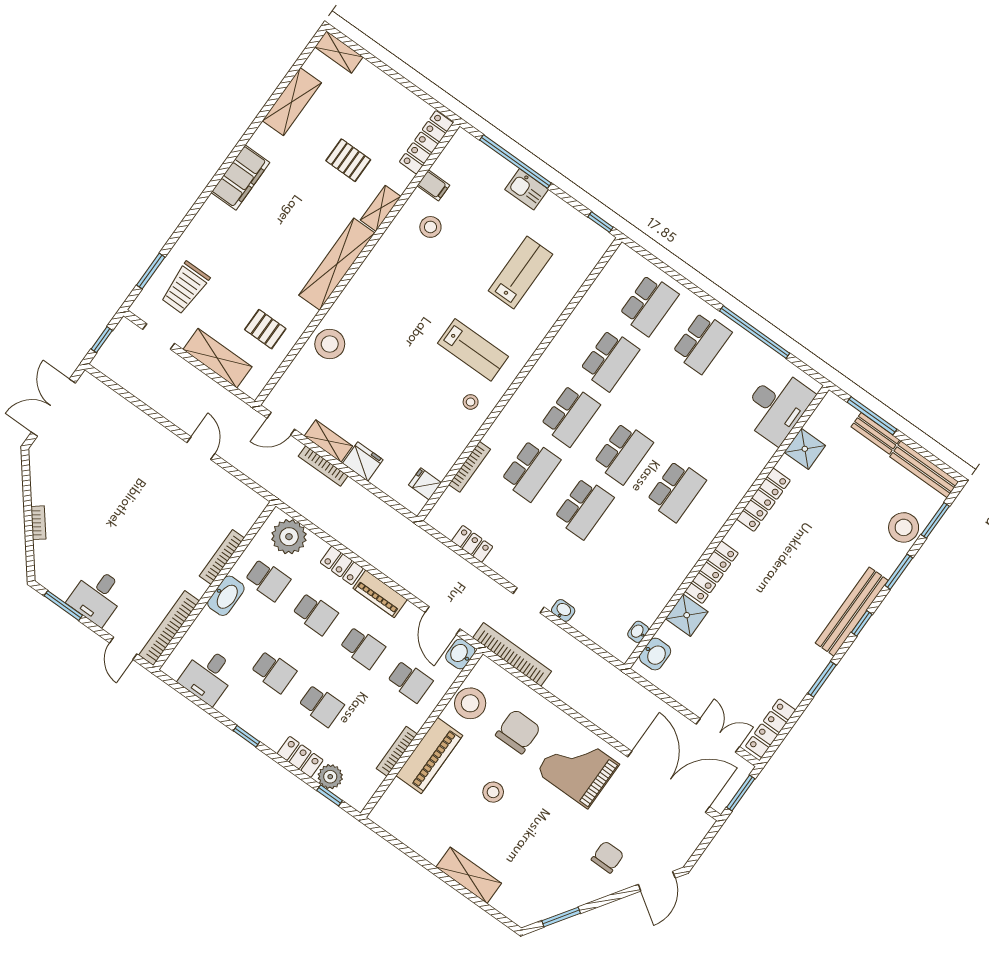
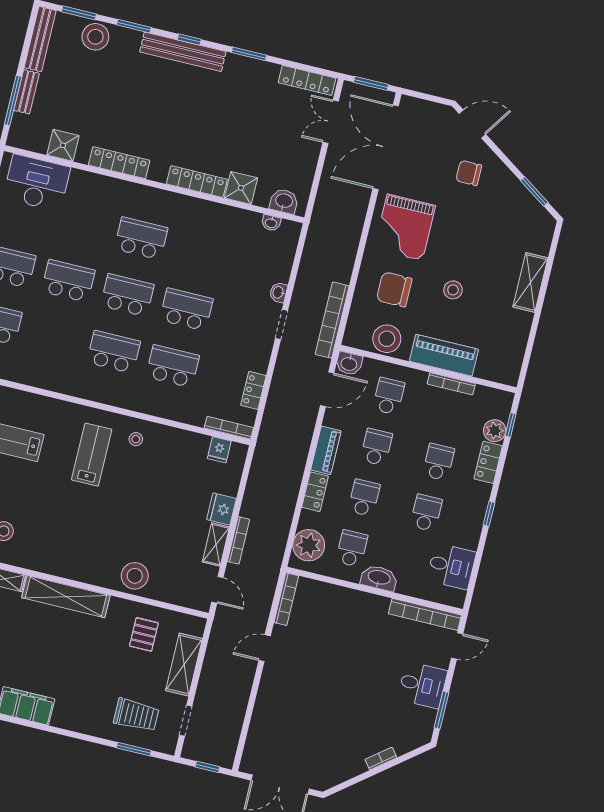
school desk: (609, 360) -> (68, 281), moved
bookcase: (469, 467) -> (229, 428), moved
bookcase: (222, 557) -> (286, 599), moved, turned -90

